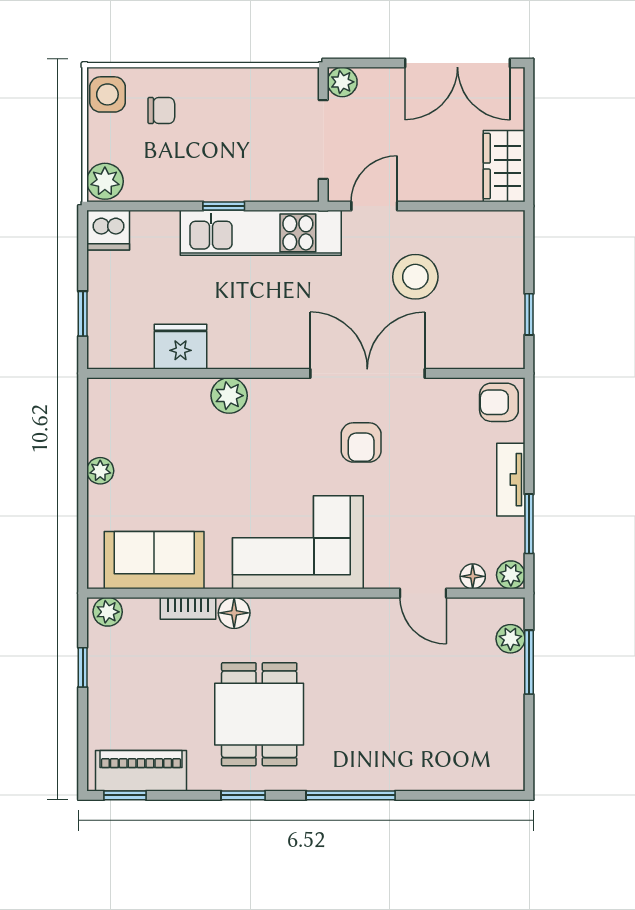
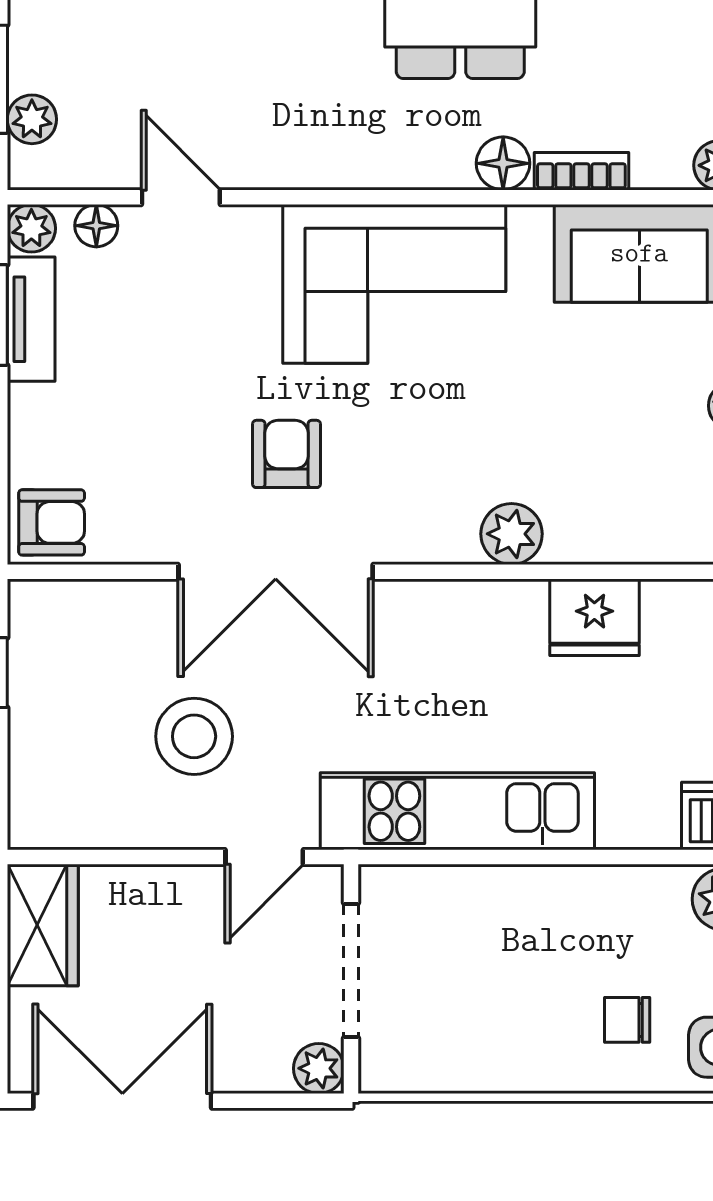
window: (224, 206) -> (521, 857), removed
tv unit: (511, 480) -> (31, 319), moved

